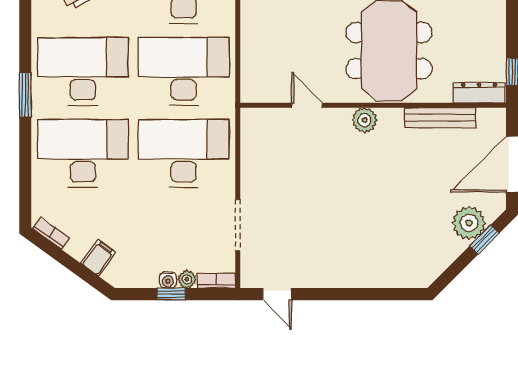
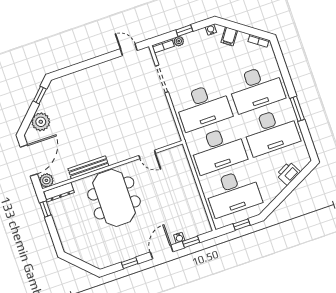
bench: (440, 118) -> (88, 167), moved
plant: (365, 120) -> (46, 180), moved
window: (484, 239) -> (40, 95), moved
water cooler: (168, 280) -> (211, 30), moved

